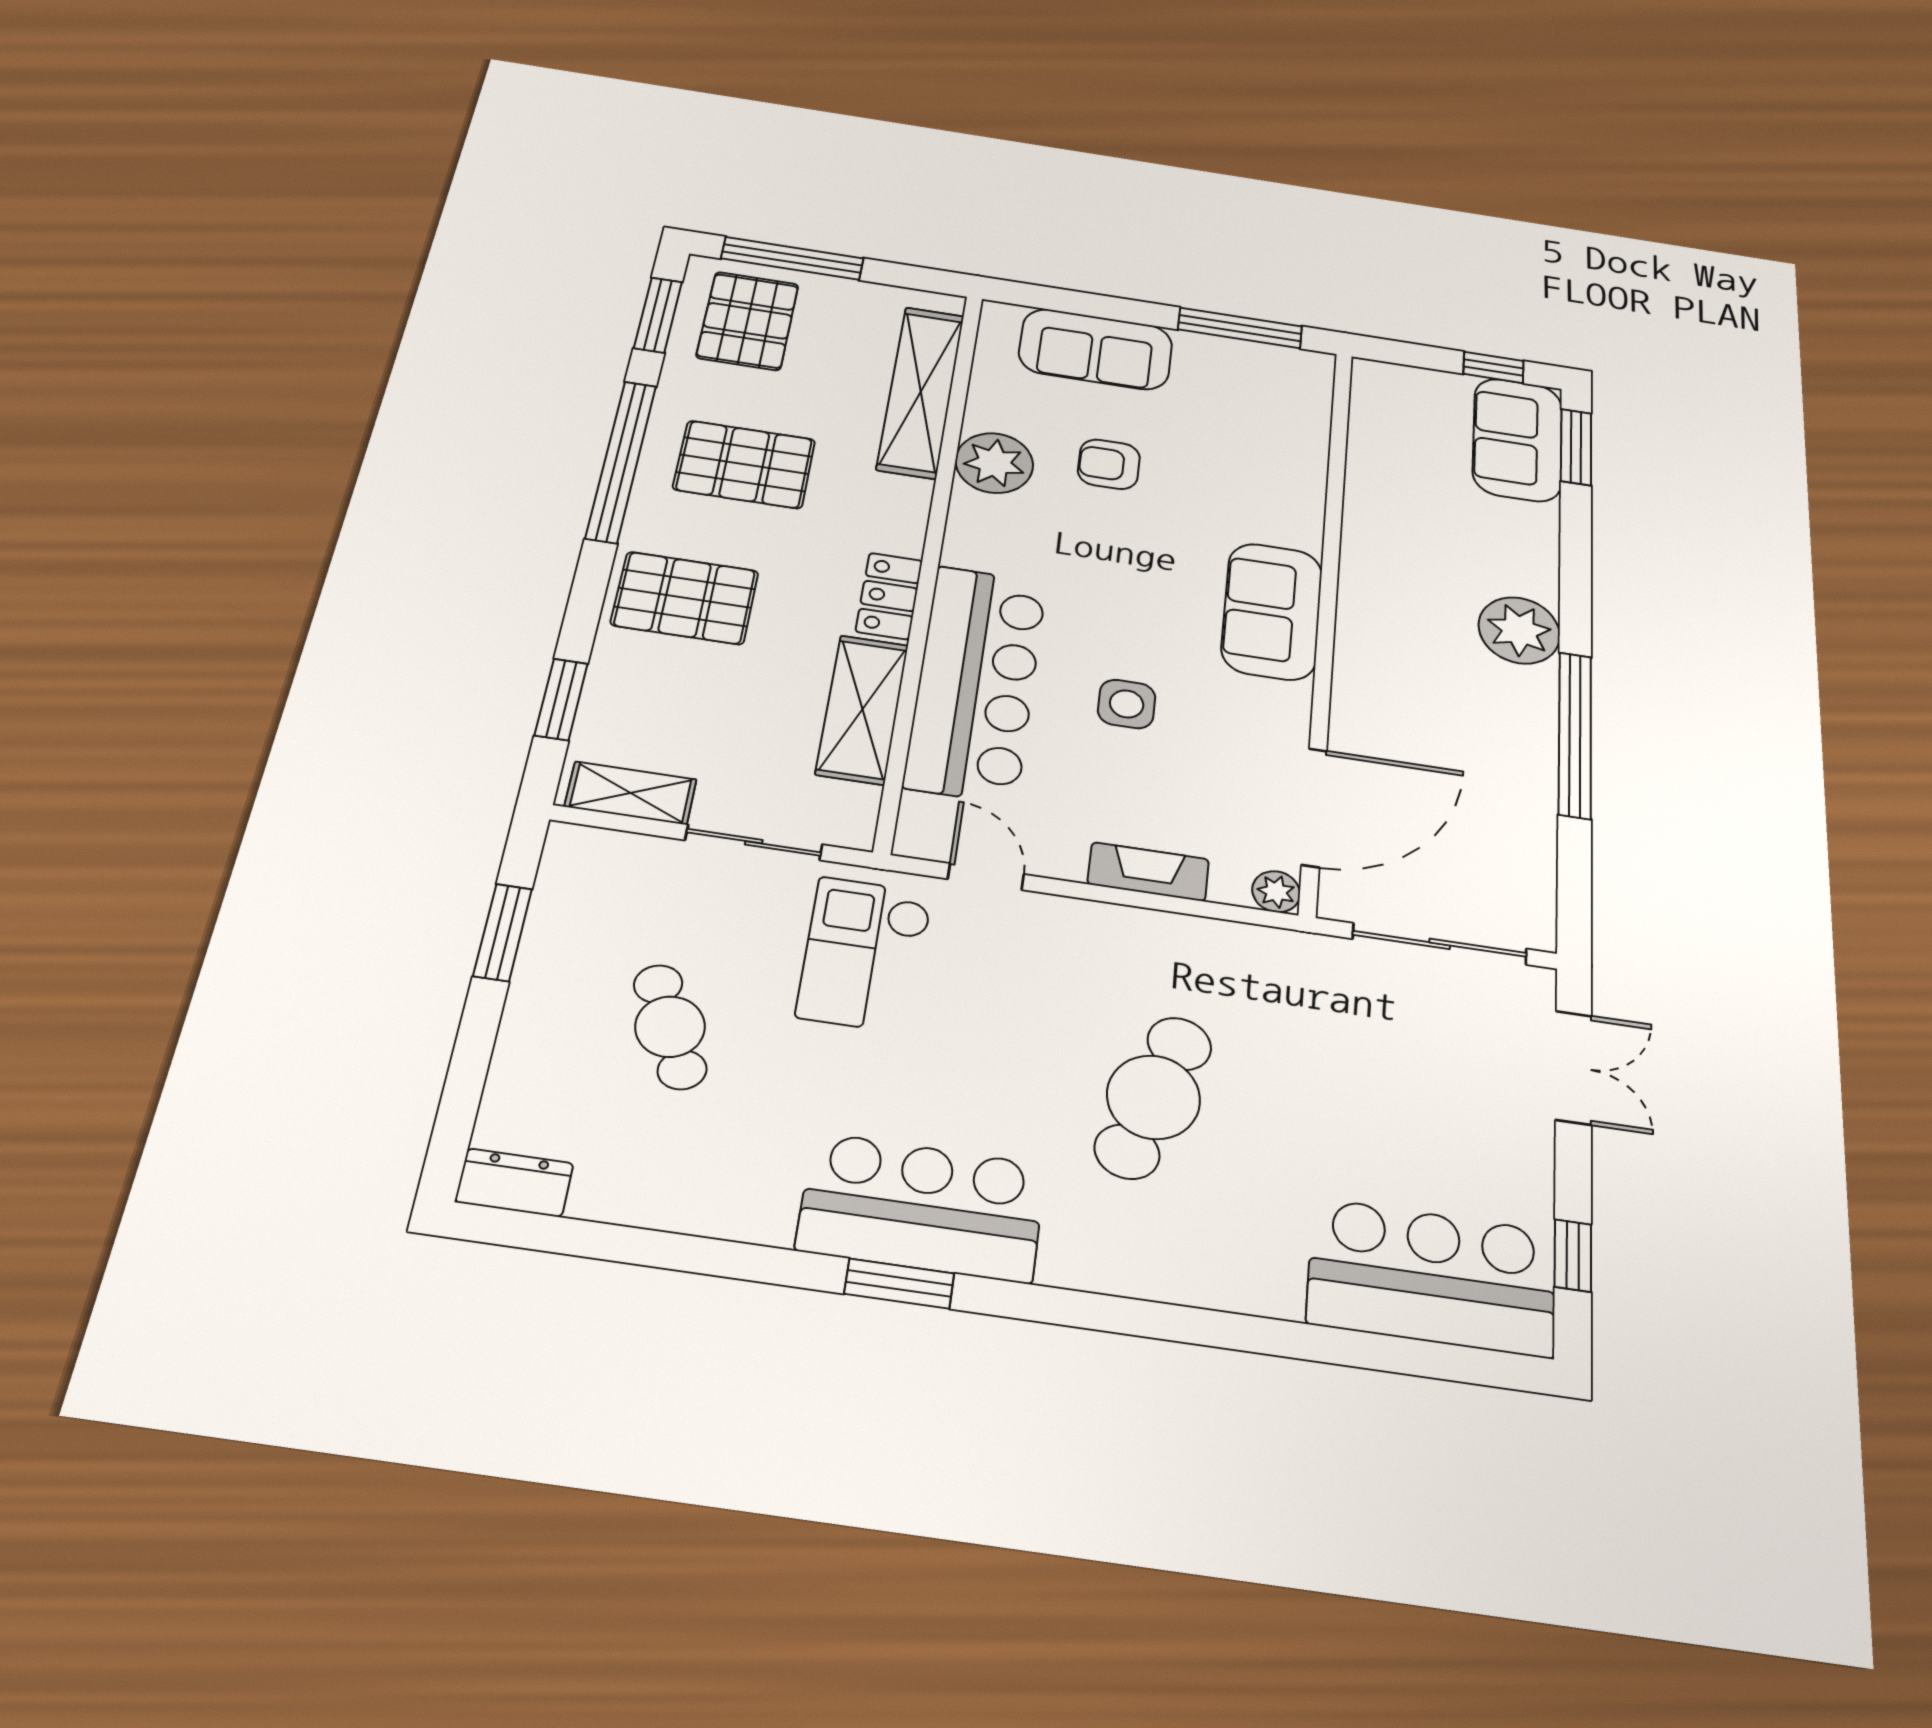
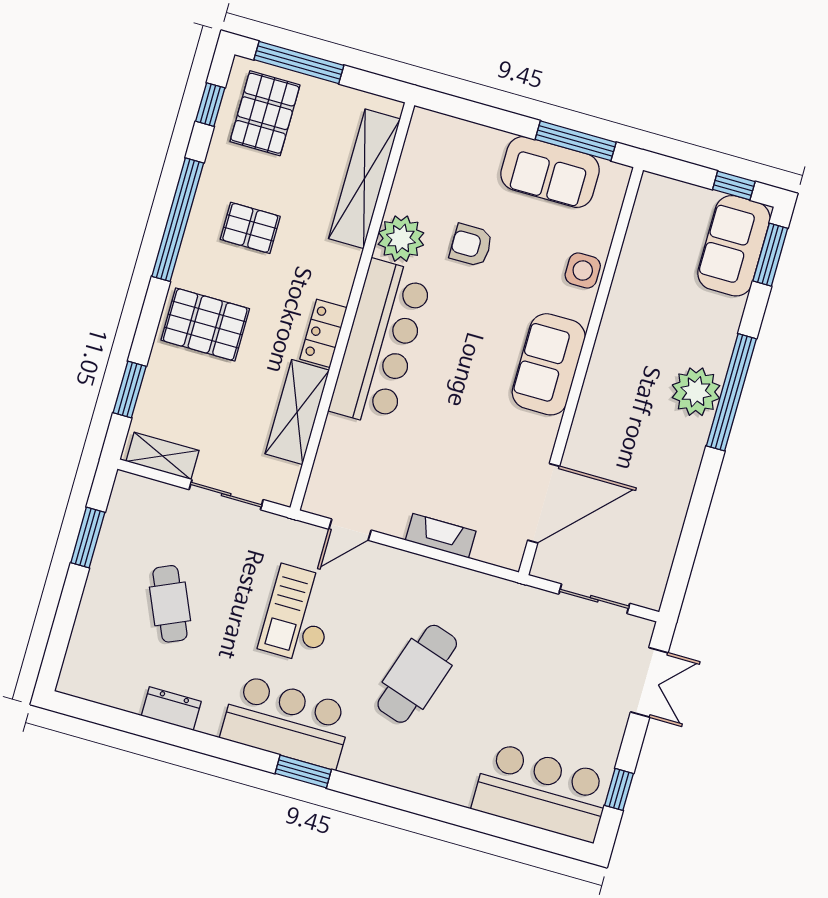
window: (658, 315) -> (210, 105), width x0.67
sofa: (1096, 349) -> (550, 172), moved
pallet: (744, 464) -> (250, 228), width x0.67, depth x0.71
bar counter: (976, 683) -> (381, 343), moved
side table: (1127, 704) -> (583, 271), moved
window: (1575, 735) -> (731, 392), moved
door: (986, 877) -> (350, 530), swing flipped
plant: (1276, 892) -> (510, 556), removed
sliding door: (1440, 944) -> (594, 599), width x0.73
checkout: (865, 954) -> (299, 614), moved
dresser: (514, 1183) -> (171, 709), moved
window: (899, 1284) -> (303, 772), moved

